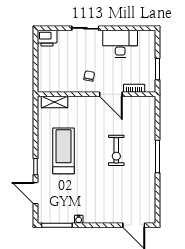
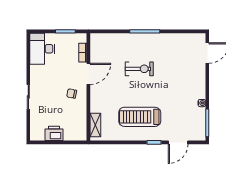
printer: (47, 38) -> (54, 133), moved, turned -90
desk: (120, 44) -> (42, 49), moved

